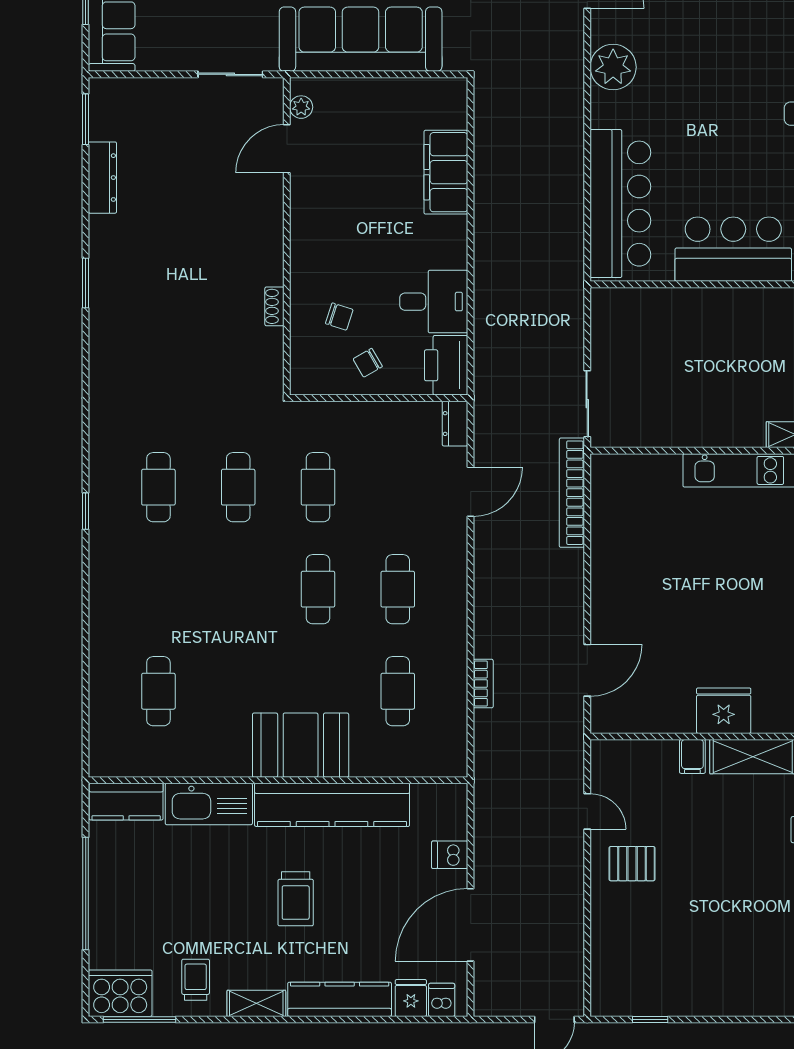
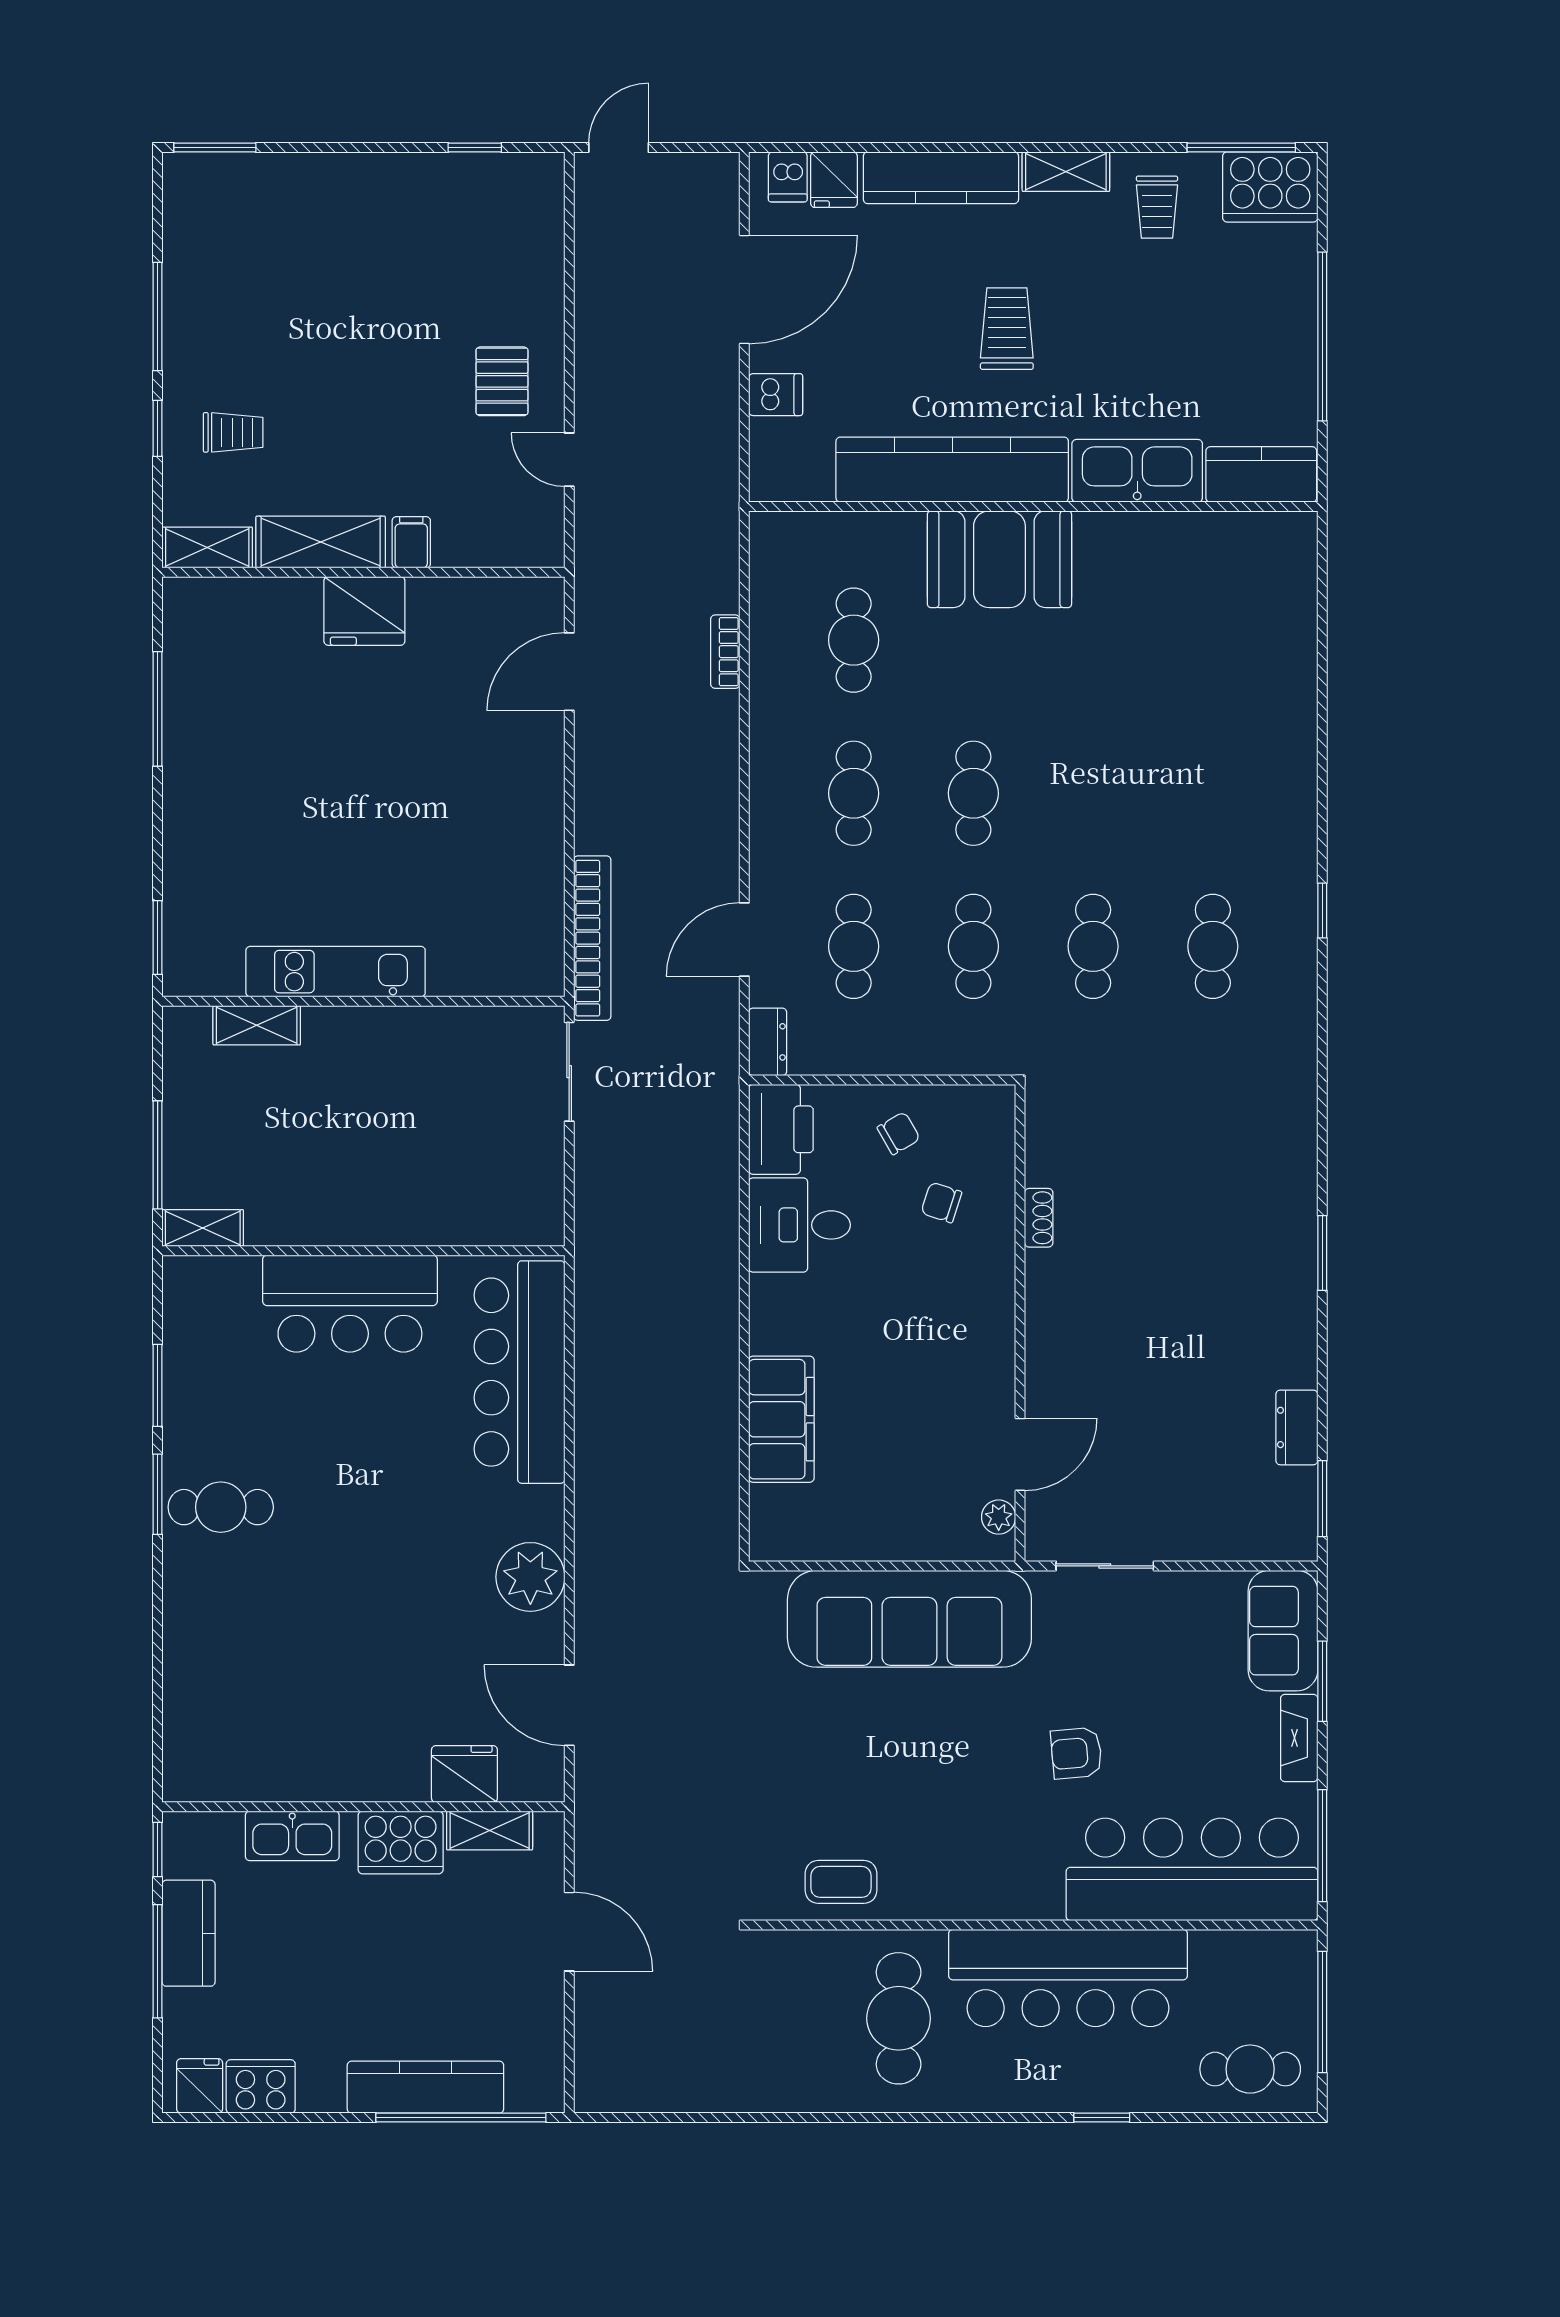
dresser: (102, 178) -> (1297, 1427), width x0.70
cafe table: (158, 691) -> (854, 946), moved
pallet: (632, 864) -> (502, 381), turned 90

